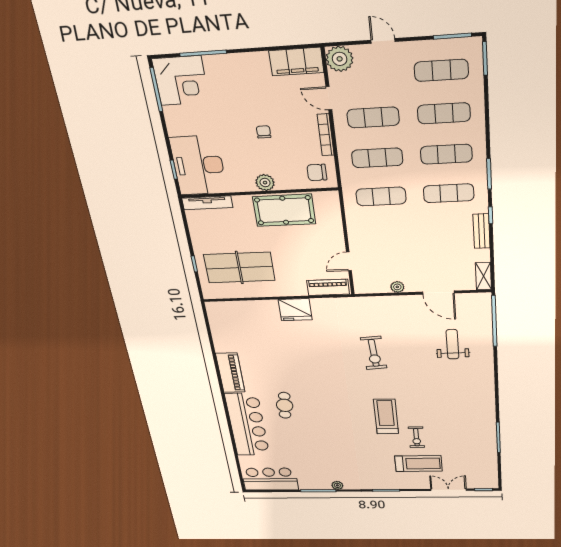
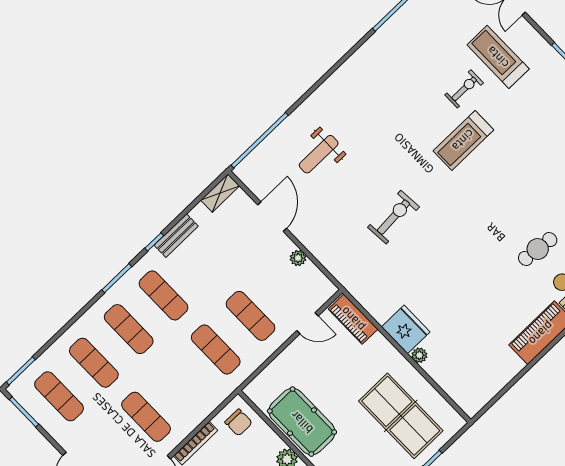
exercise mat: (377, 158) -> (250, 316), moved
plant: (271, 305) -> (419, 355), added

